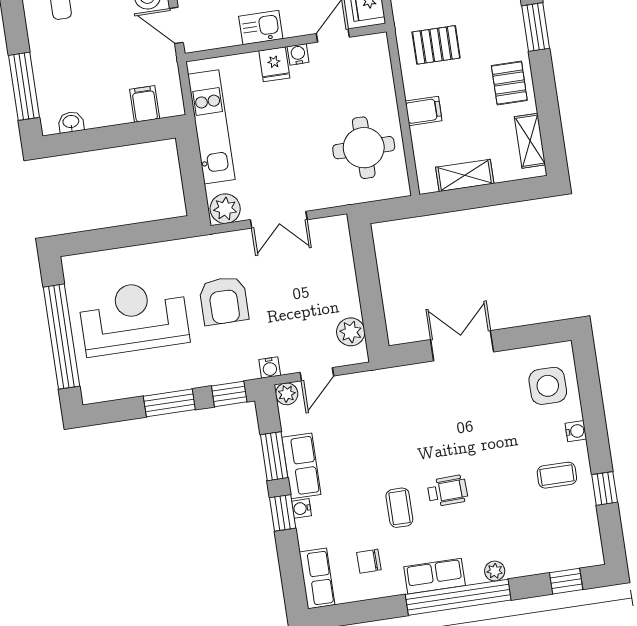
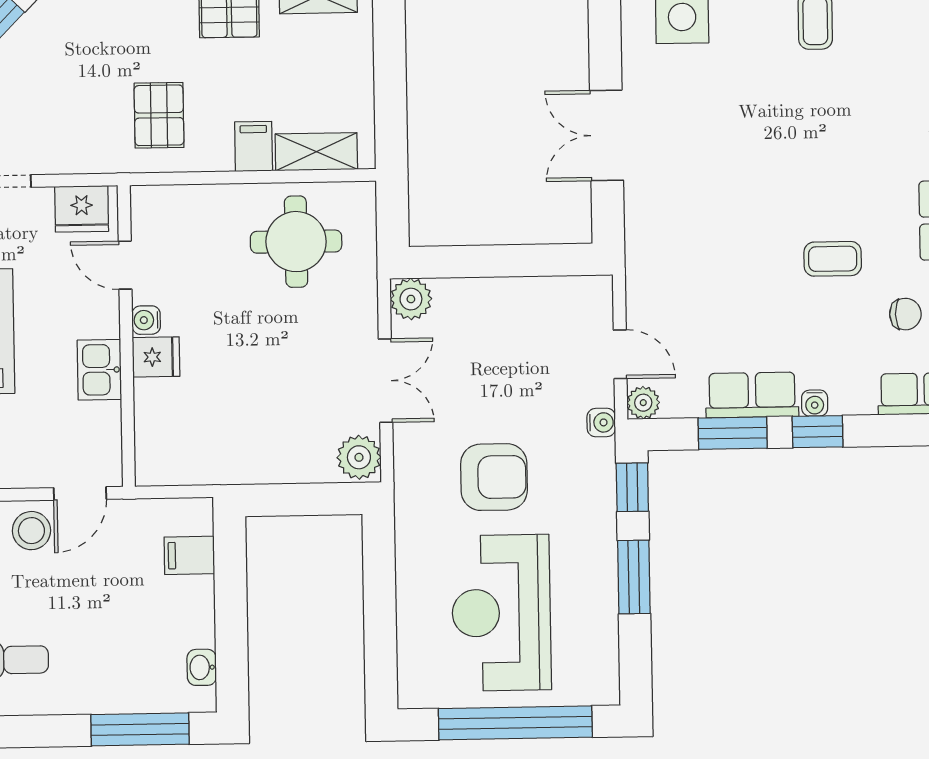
kitchen unit: (211, 127) -> (236, 462), removed
shelving: (465, 175) -> (316, 152), moved, turned 90
plant: (351, 332) -> (411, 299), moved
wheelchair: (447, 491) -> (817, 185), removed
chair: (369, 561) -> (905, 314), turned -90

